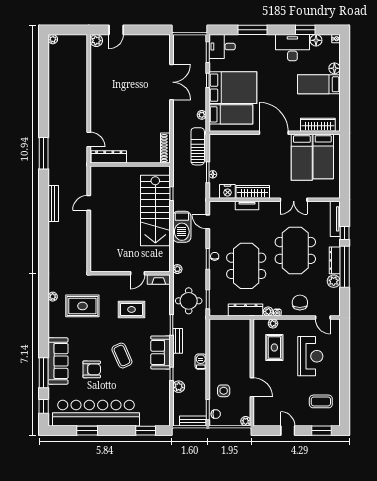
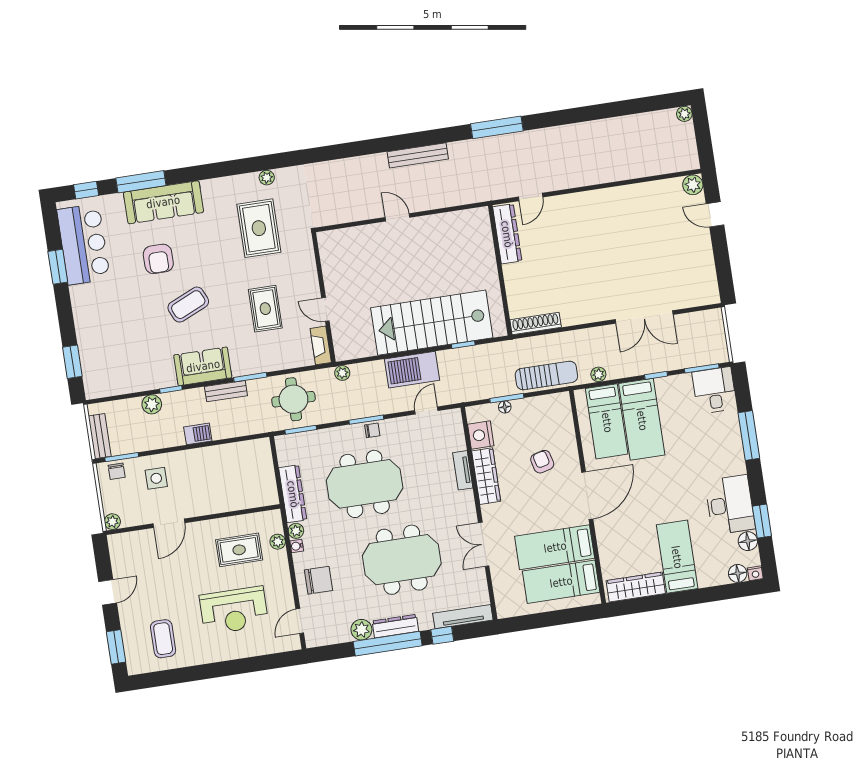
floor lamp: (334, 68) -> (738, 573), moved
bed: (233, 88) -> (642, 419), width x0.67
wardrobe: (318, 125) -> (636, 587), moved, turned -90
armchair: (249, 157) -> (542, 462), added
door: (89, 203) -> (397, 217), moved
bar counter: (96, 413) -> (83, 244), width x0.54

